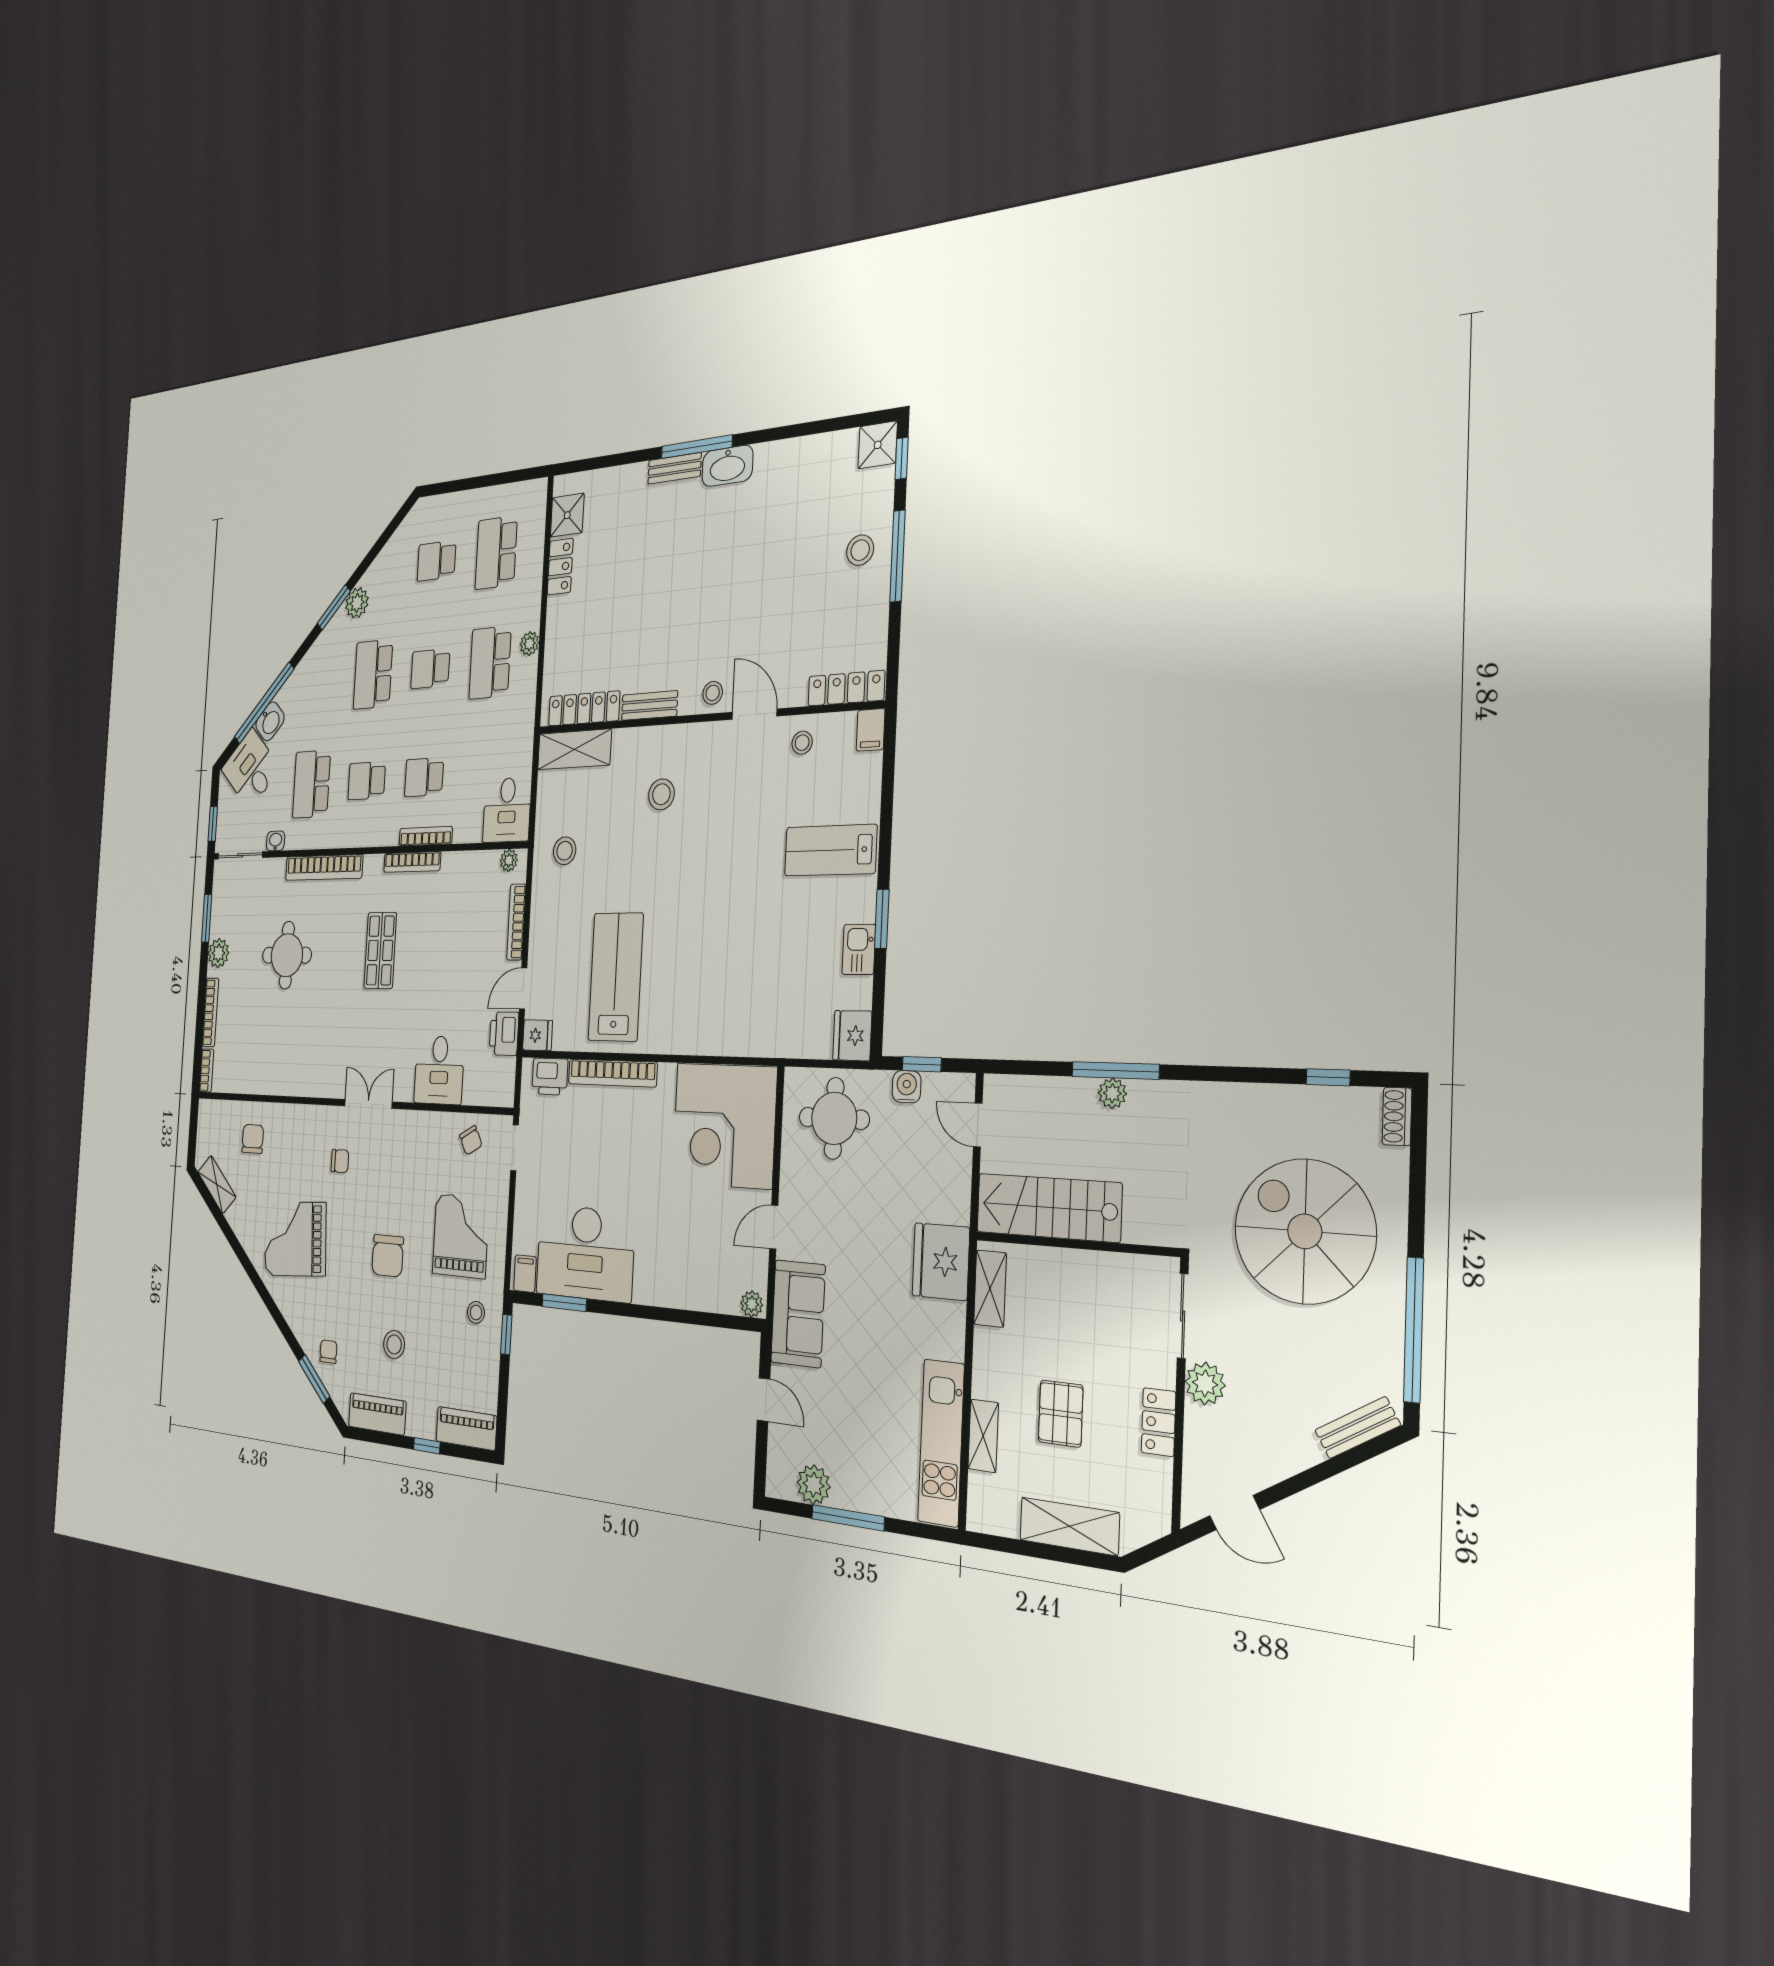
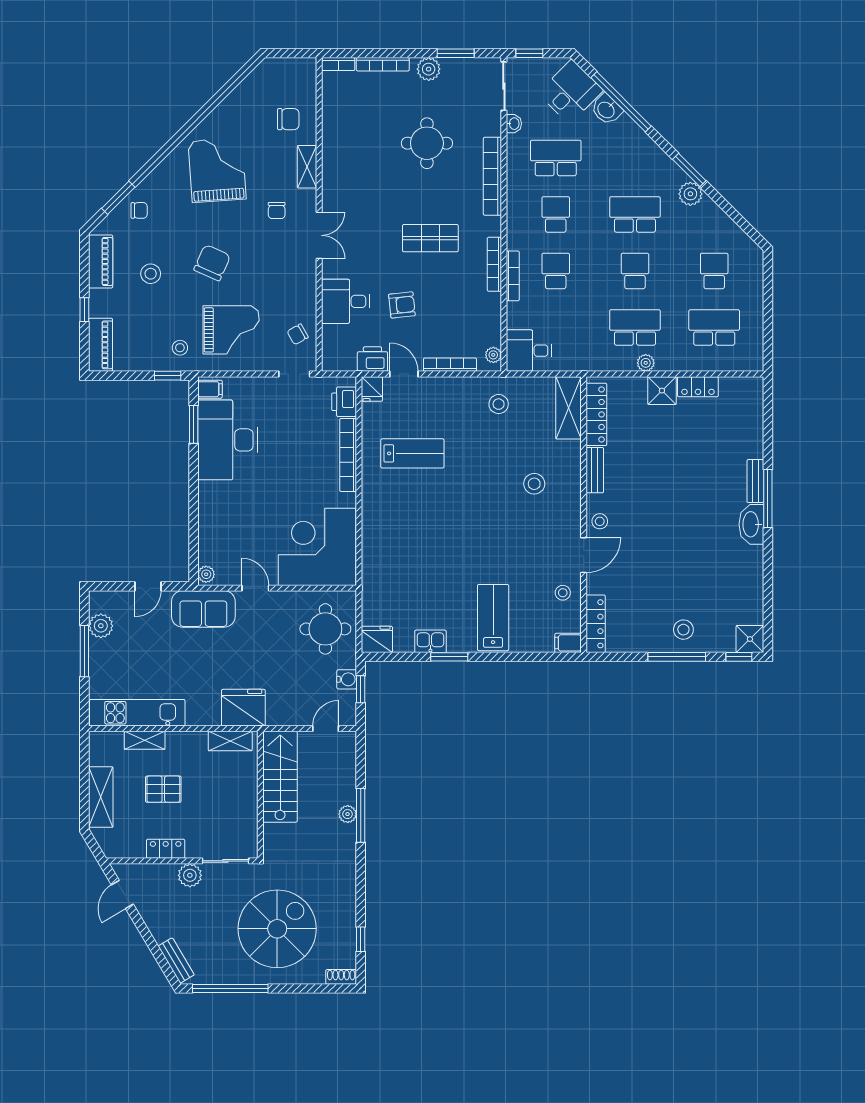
shower: (567, 515) -> (662, 391), moved
lab bench: (616, 977) -> (412, 453), width x0.73, depth x0.72
armchair: (447, 990) -> (402, 305), added
shelving: (217, 1185) -> (307, 167), moved, turned -45
chair: (388, 1256) -> (212, 263), turned 114

